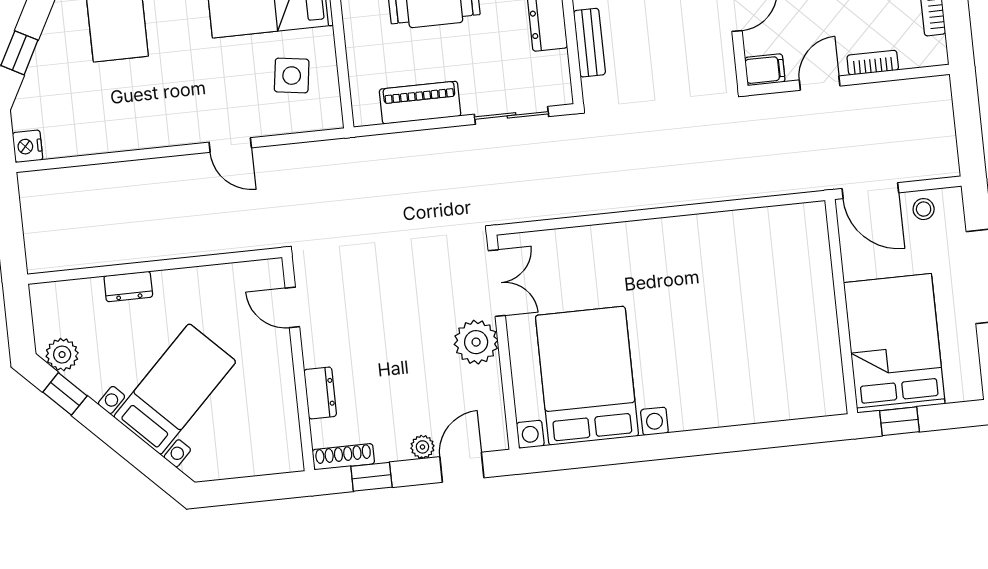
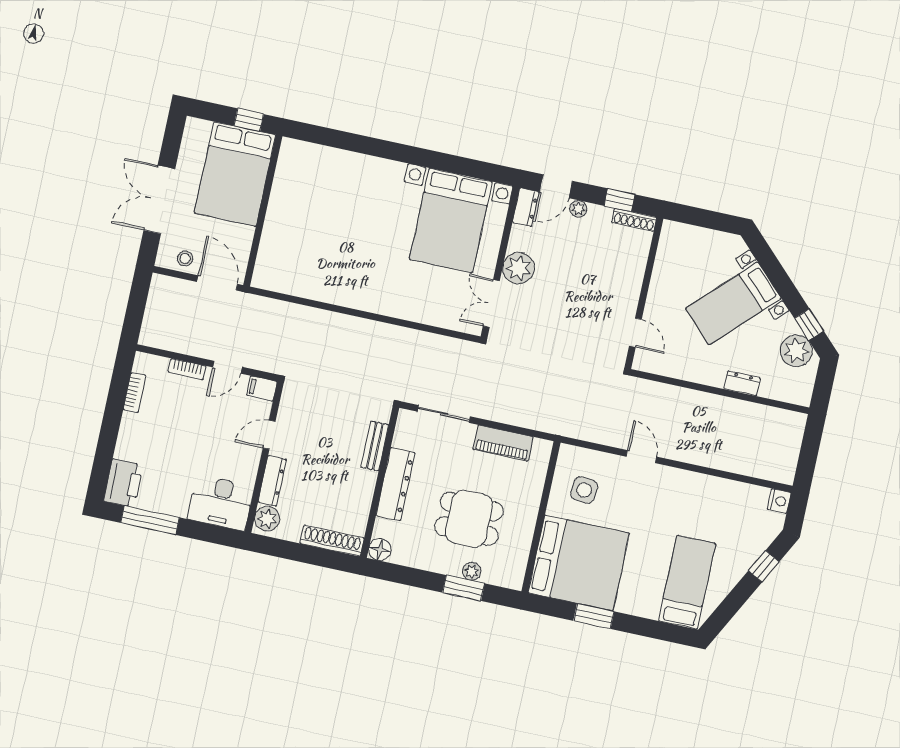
plant: (62, 355) -> (796, 351), width x1.36, depth x1.36
dresser: (320, 393) -> (526, 207), moved, turned 180

